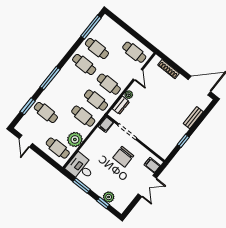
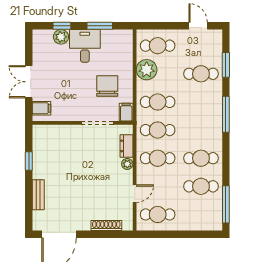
door: (138, 75) -> (135, 194), swing flipped
chair: (123, 157) -> (107, 86), moved
desk: (81, 167) -> (85, 46), moved, turned -90

